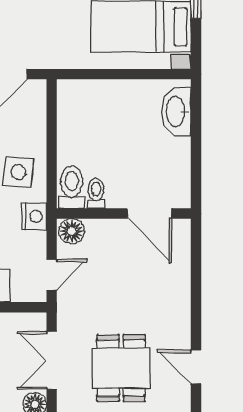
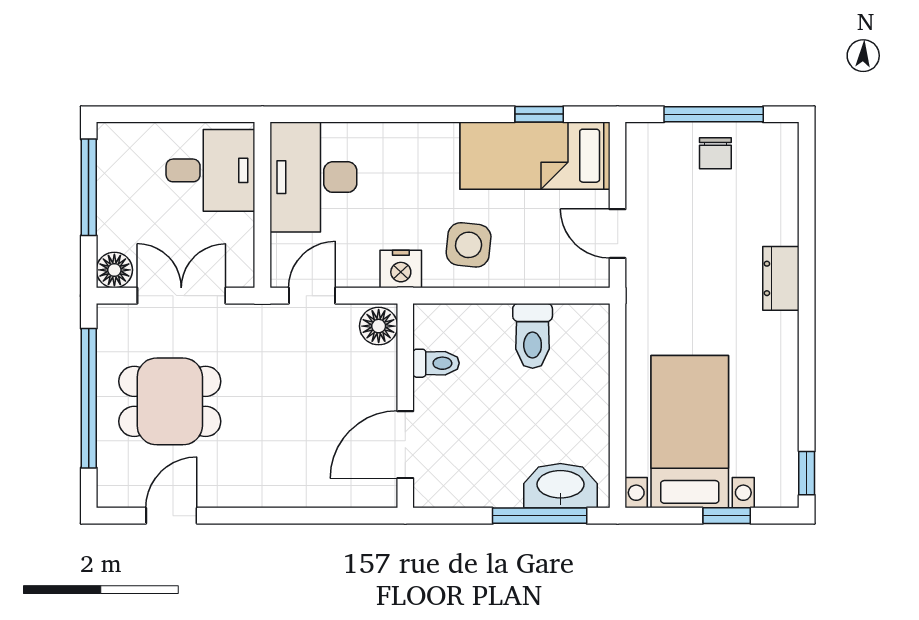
window: (196, 125) -> (540, 516), added
toilet: (72, 187) -> (533, 336), moved, turned 90
door: (52, 275) -> (312, 296), swing flipped

